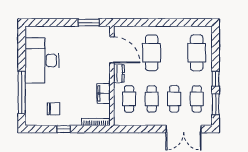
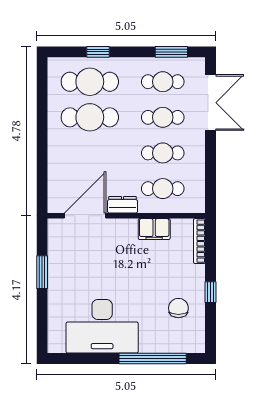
window: (89, 23) -> (42, 272), moved
cafe table: (152, 53) -> (90, 117), moved
window: (216, 79) -> (98, 52), moved

